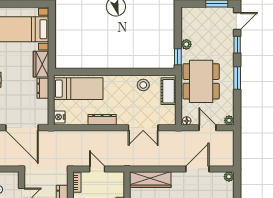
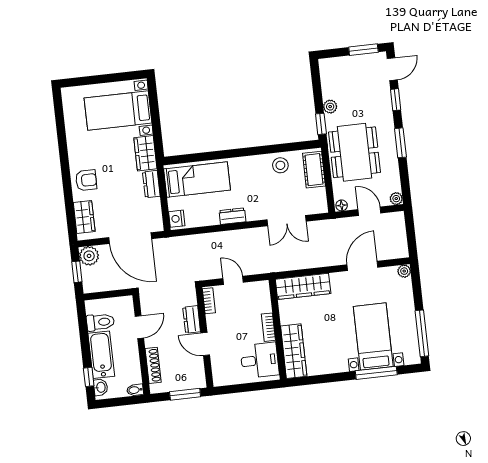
dresser: (102, 120) -> (232, 216), width x0.70

